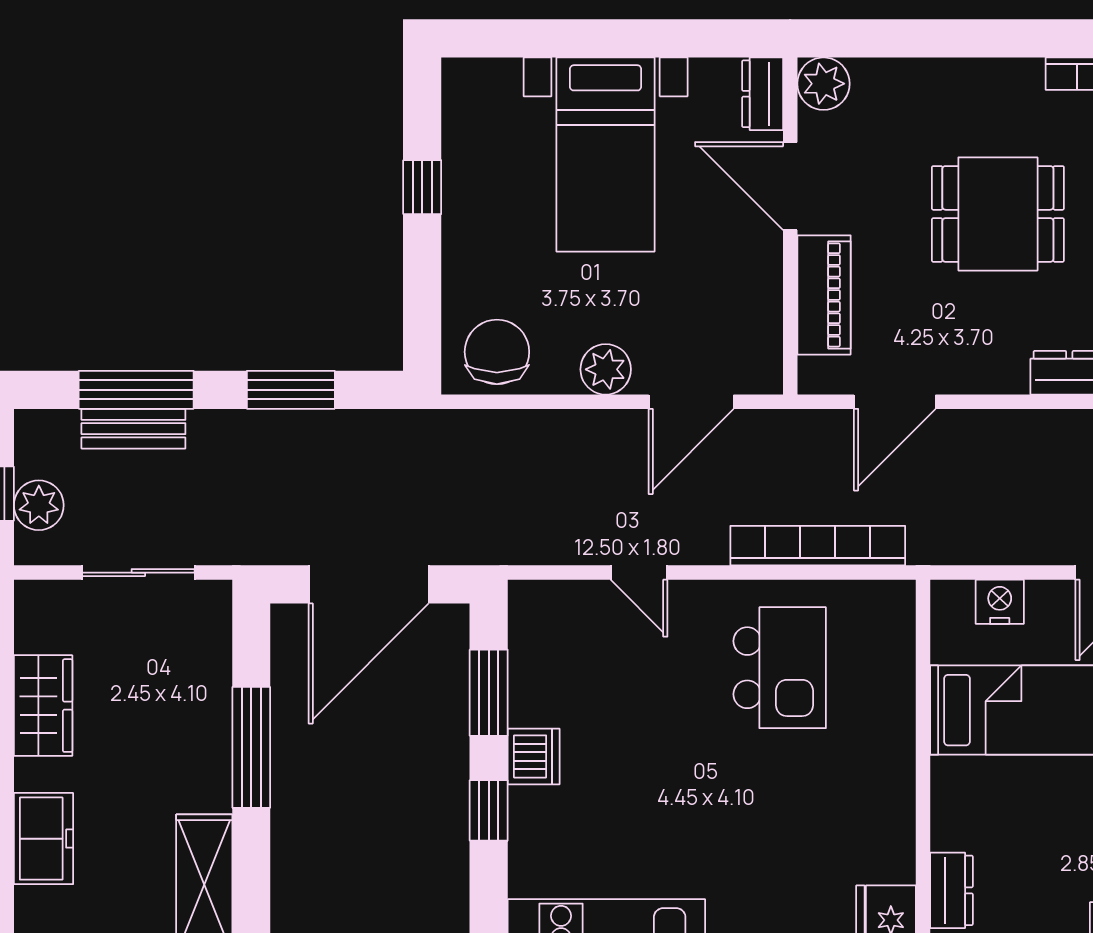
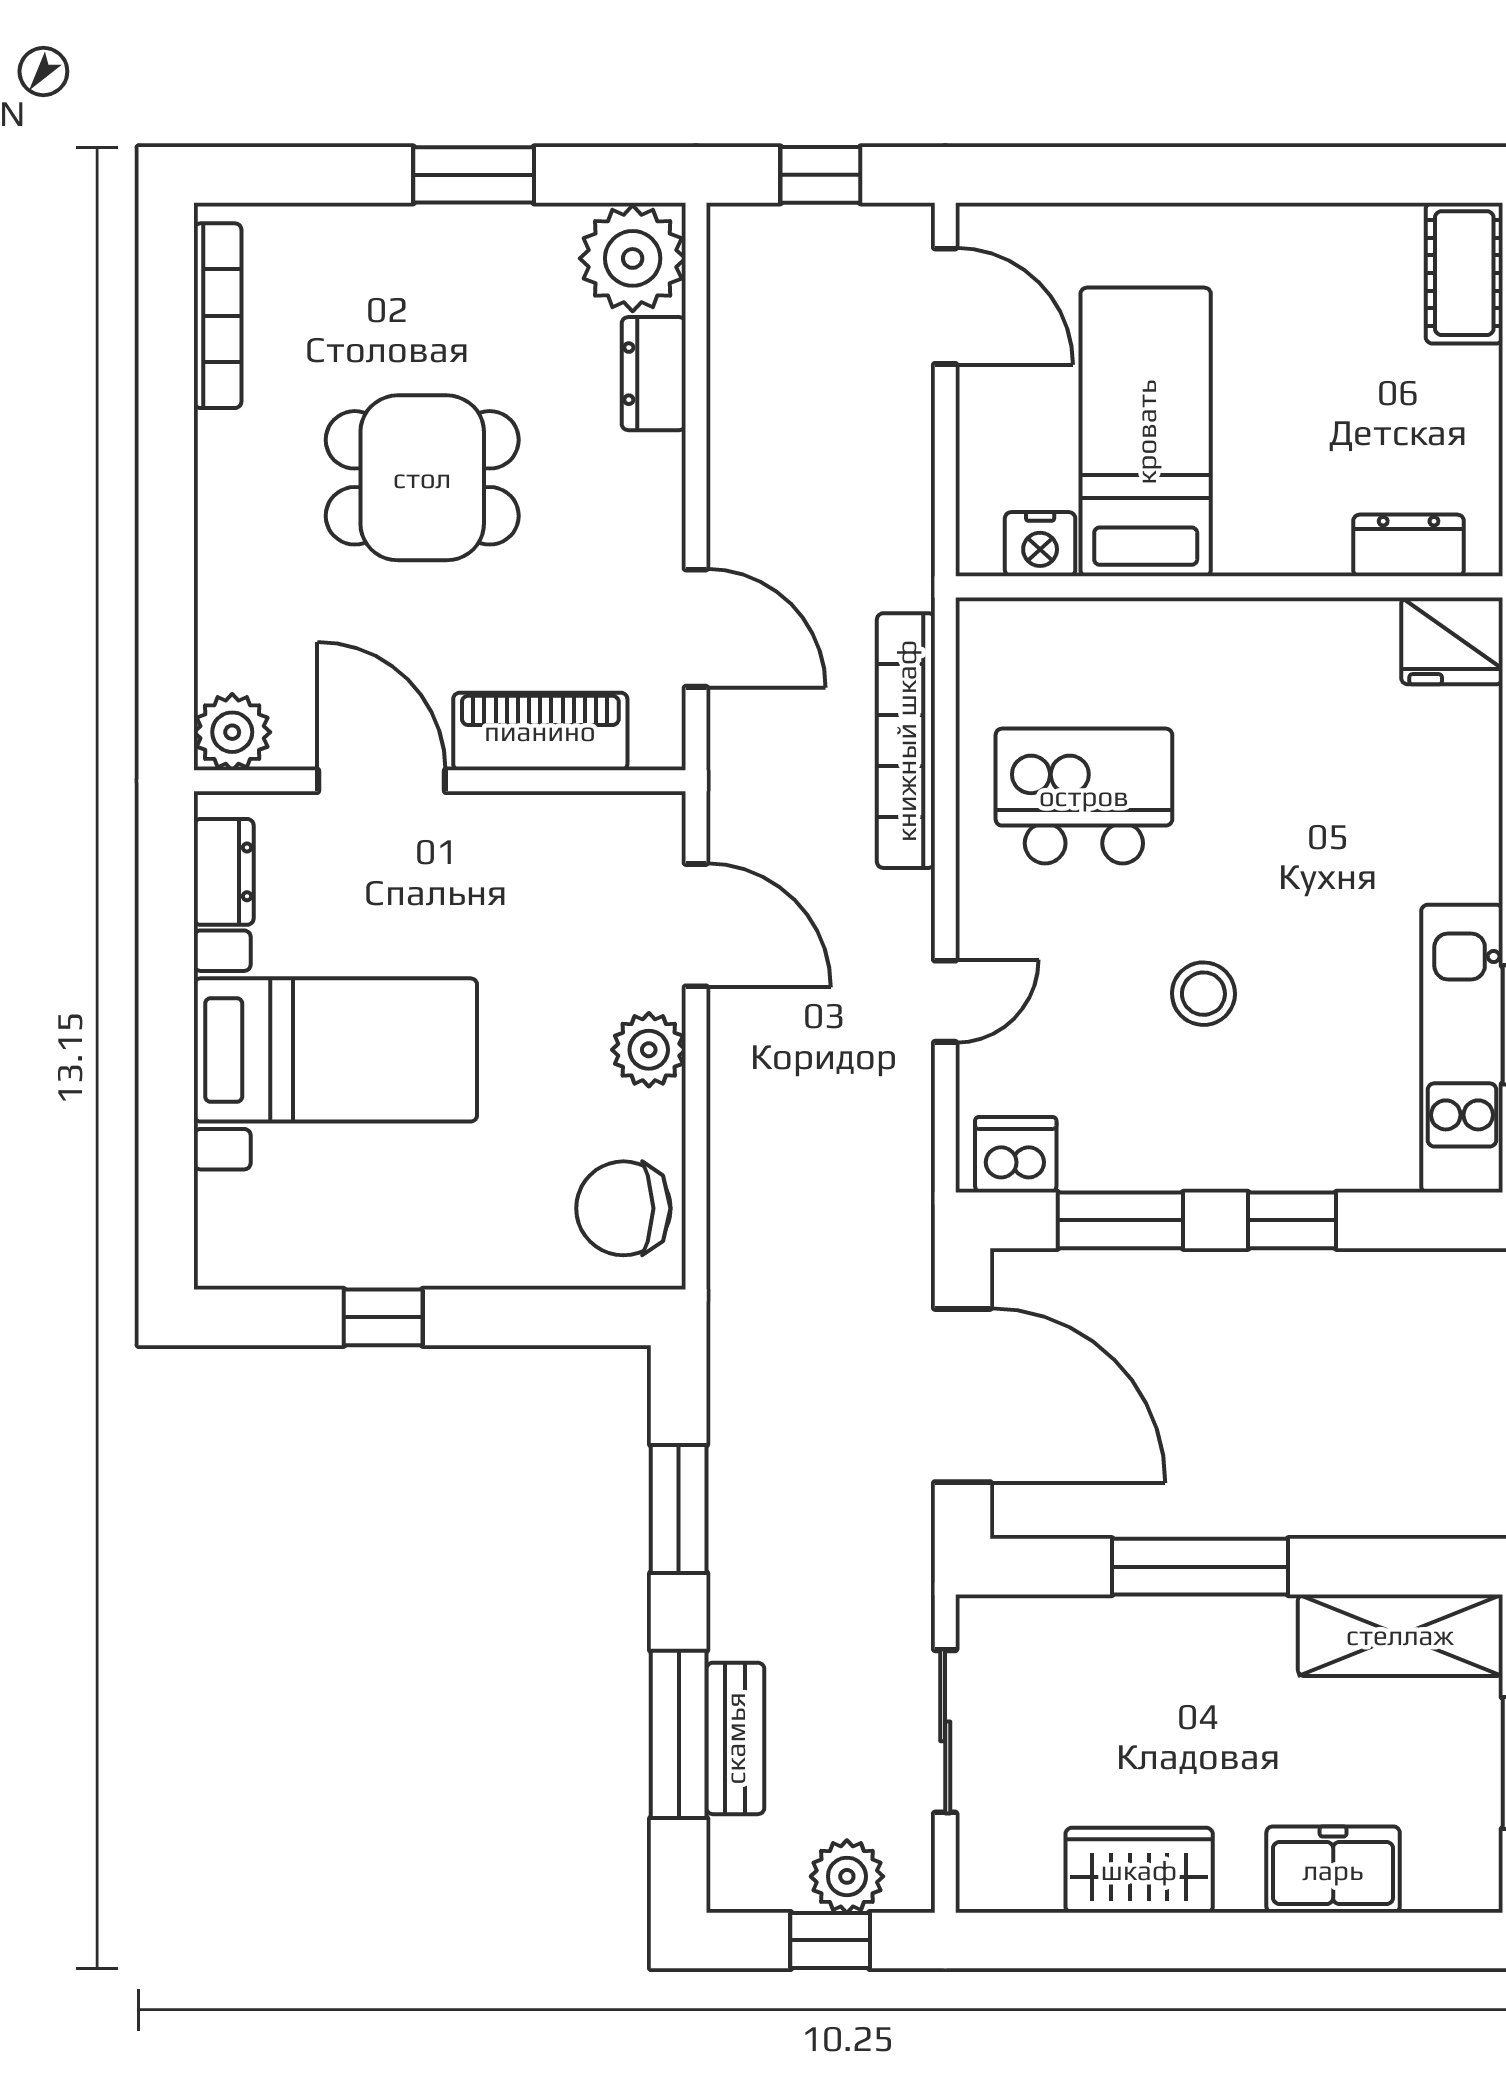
dresser: (763, 94) -> (224, 872), moved, turned -90
door: (790, 186) -> (381, 781), swing flipped
dining table: (998, 214) -> (422, 478), turned 90
nightstand: (1000, 602) -> (1040, 544), moved, turned -90
stool: (644, 750) -> (1203, 994), added
dishwasher: (534, 756) -> (1016, 1155), moved

